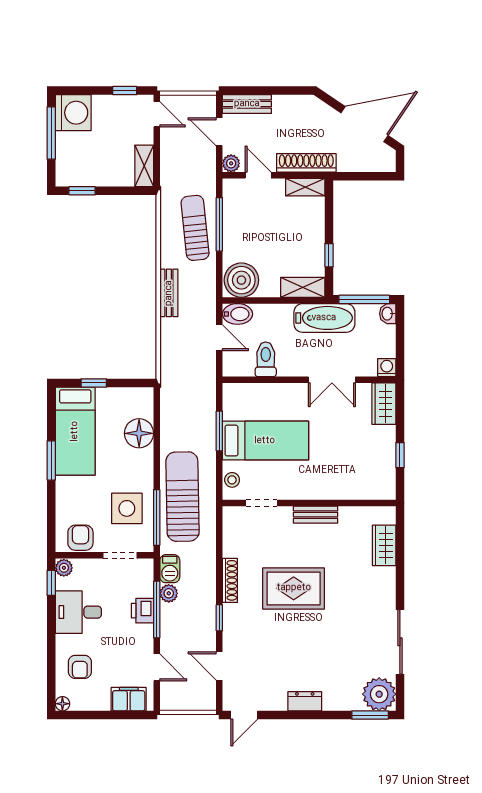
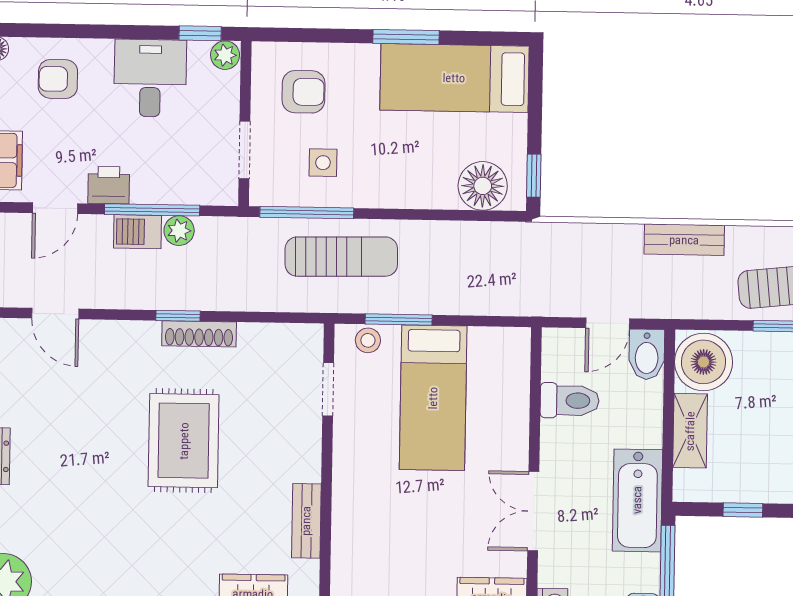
shelving: (303, 287) -> (690, 431), moved
window: (94, 383) -> (534, 176), moved
window: (219, 431) -> (399, 320), moved
floor lamp: (139, 433) -> (483, 186), moved
sun lounger: (182, 497) -> (341, 257), width x0.73, depth x0.75
side table: (127, 508) -> (323, 163), width x0.54, depth x0.54
bench: (316, 515) -> (306, 521), moved
armchair: (80, 538) -> (303, 92), moved
barbecue: (170, 569) -> (138, 232), moved
printer: (142, 611) -> (109, 185), moved
window: (219, 618) -> (178, 316), moved
door: (219, 666) -> (55, 314), swing flipped

